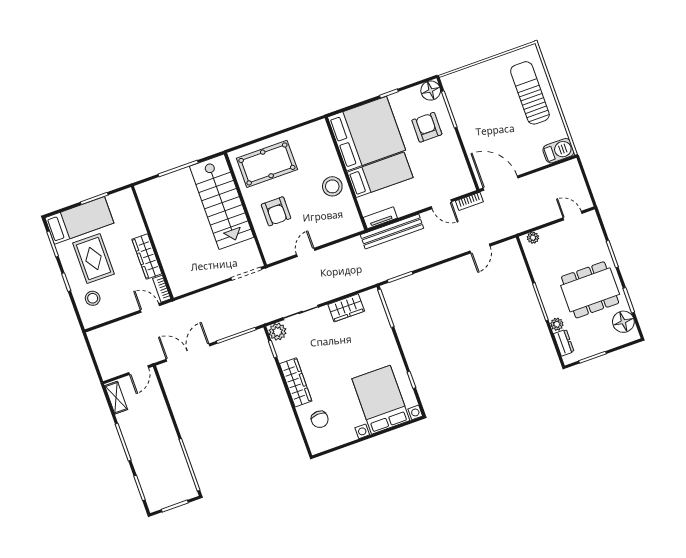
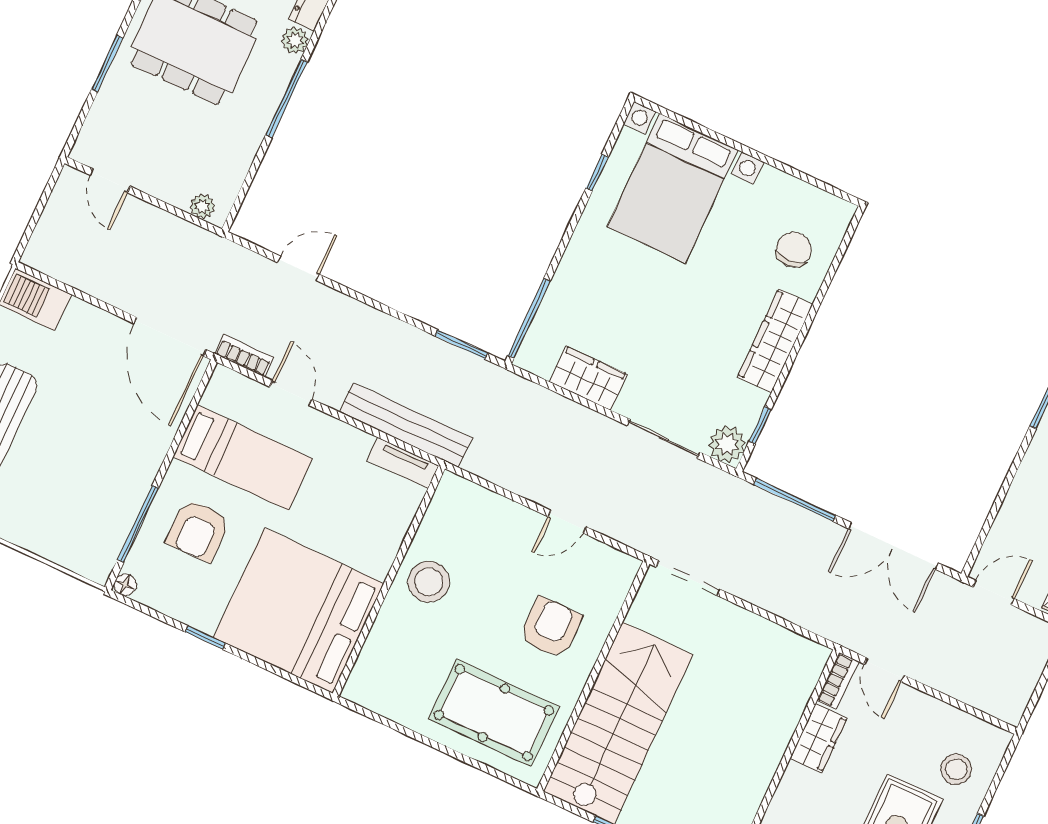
floor lamp: (431, 91) -> (125, 585), width x0.53, depth x0.53
bed: (380, 175) -> (243, 458), moved, turned 180
wardrobe: (147, 256) -> (819, 738), width x0.67

